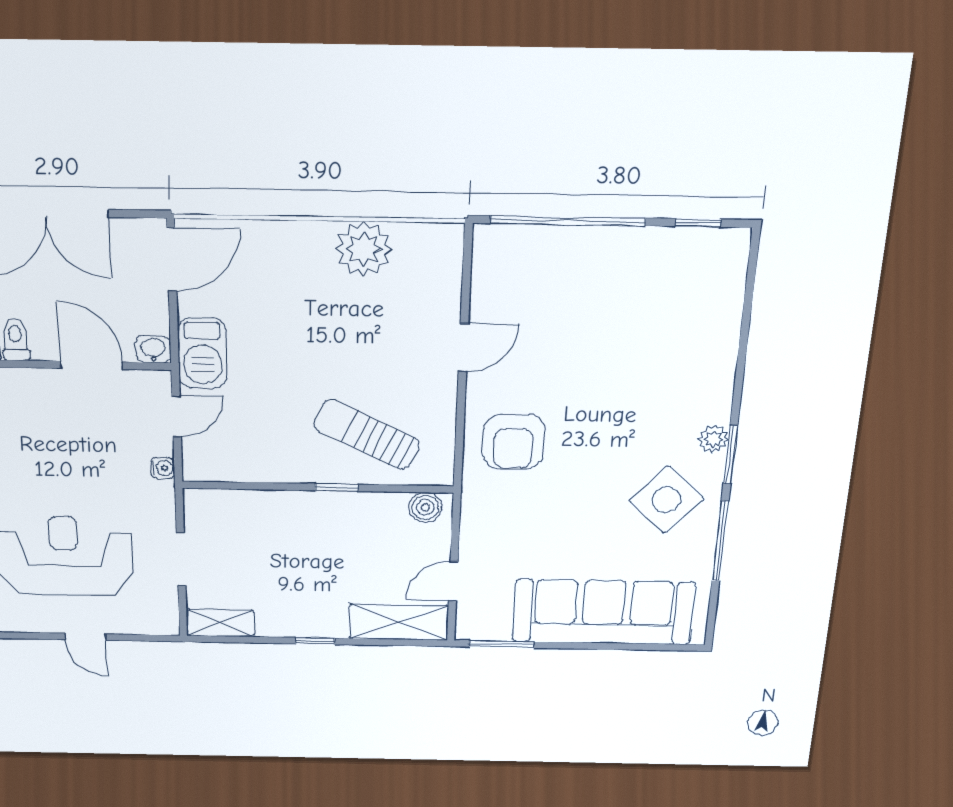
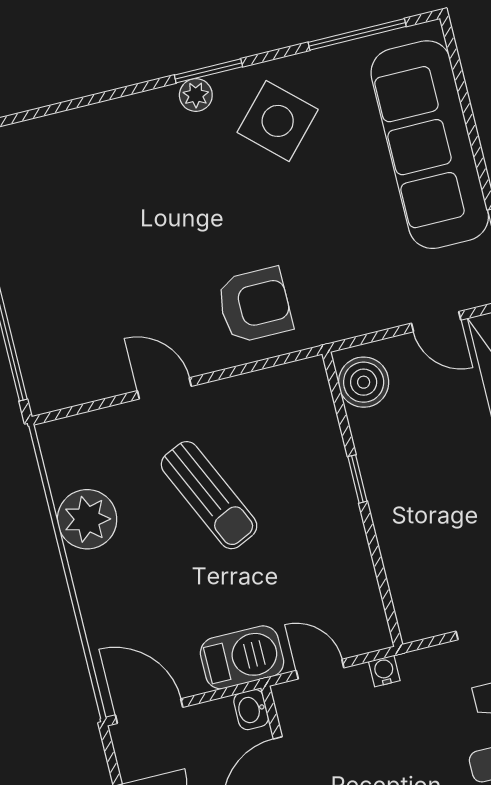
sun lounger: (367, 434) -> (209, 495), moved, turned -51
boiler: (425, 507) -> (364, 382), width x1.36, depth x1.36
window: (720, 541) -> (357, 34), moved

